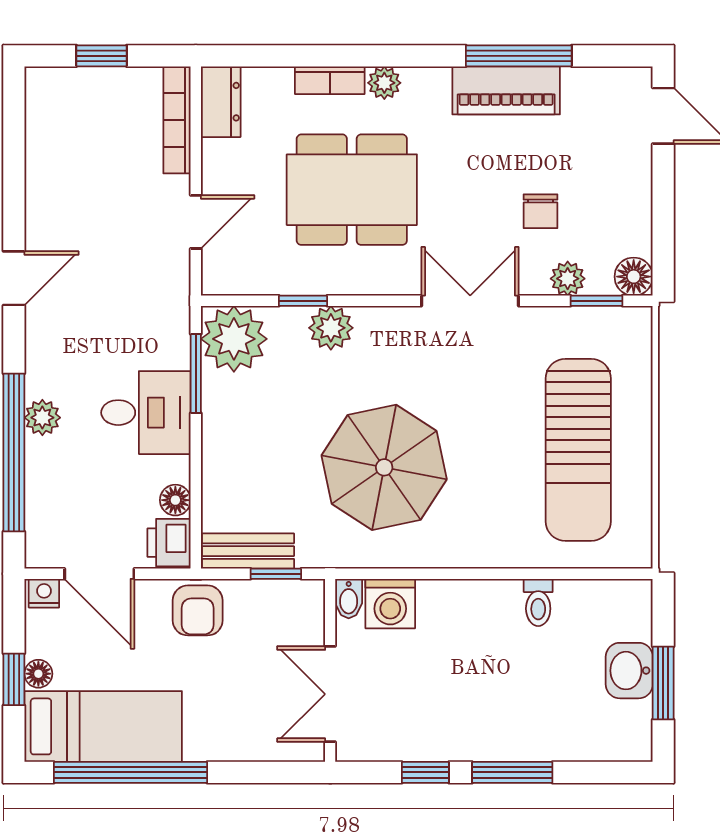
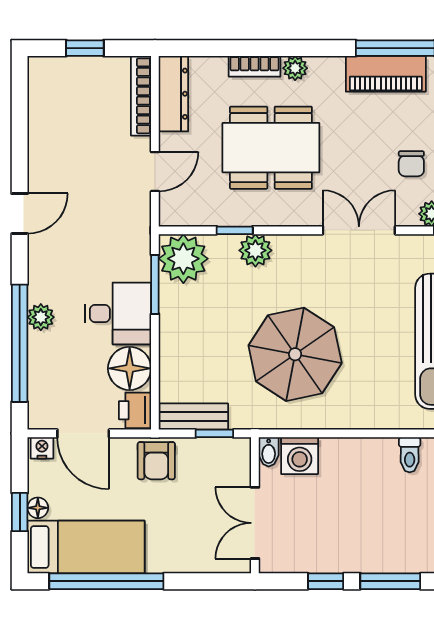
dresser: (221, 102) -> (173, 94), width x1.44
floor lamp: (175, 500) -> (130, 368), width x1.89, depth x1.89

